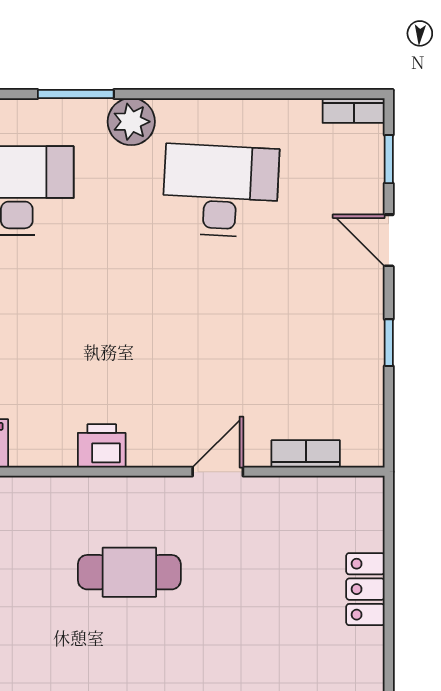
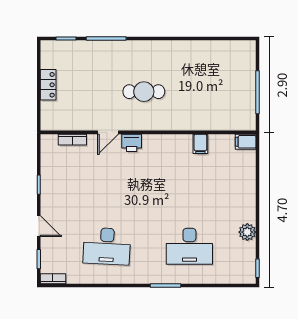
plant: (131, 122) -> (143, 274), removed
printer: (102, 446) -> (132, 143), moved

